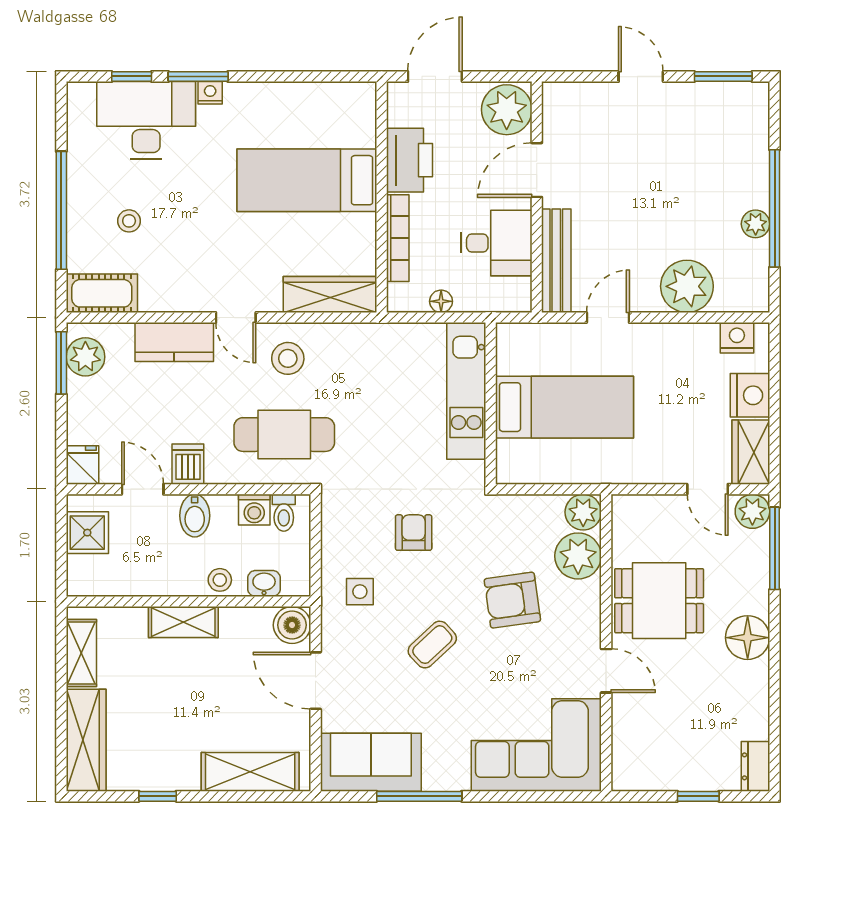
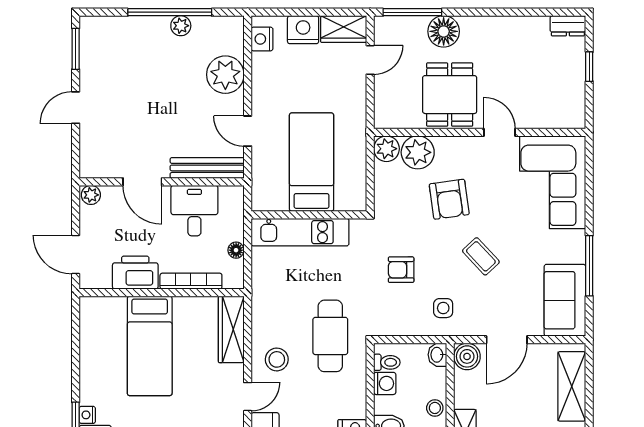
plant: (507, 110) -> (91, 195), width x0.53, depth x0.53
cafe table: (284, 435) -> (330, 336), moved
plant: (752, 511) -> (386, 28), removed
washbasin: (264, 583) -> (437, 355), moved
floor lamp: (748, 638) -> (444, 31), moved
door: (606, 671) -> (500, 132), hinge flipped

